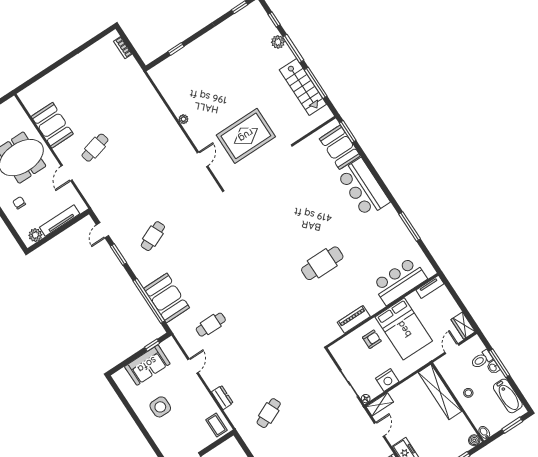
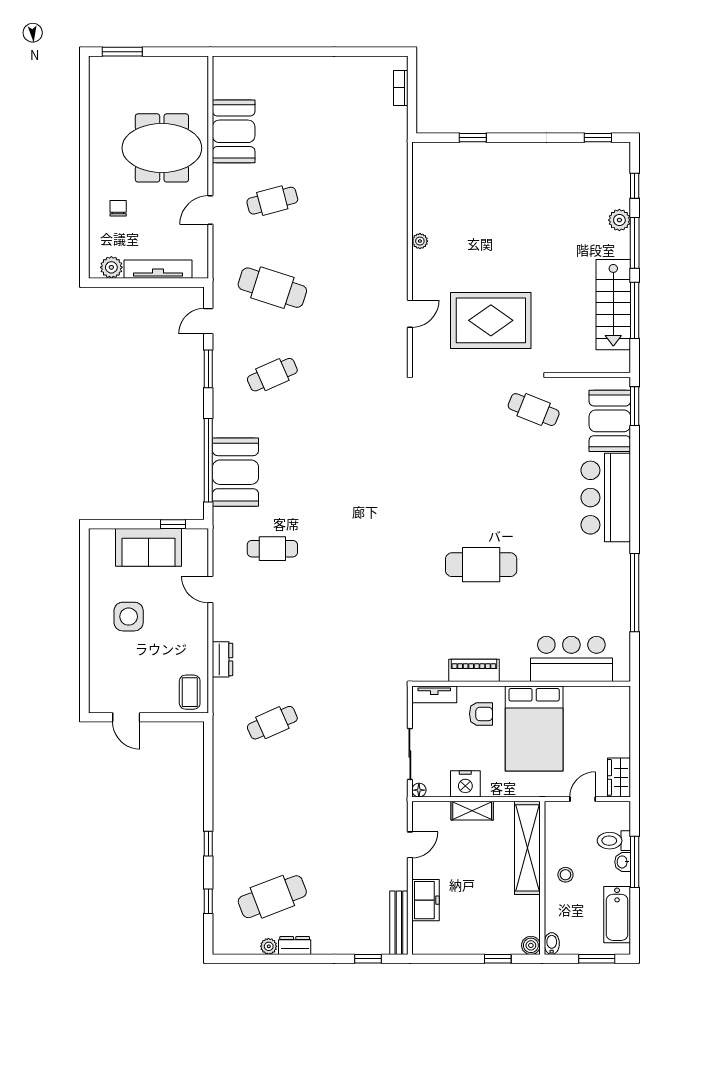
cafe table: (297, 167) -> (534, 410), added
cafe table: (124, 192) -> (272, 288), added
window: (410, 226) -> (635, 593), width x1.46
tv unit: (430, 287) -> (434, 694), moved
door: (193, 366) -> (210, 590), swing flipped
shelving: (380, 404) -> (472, 811), moved

